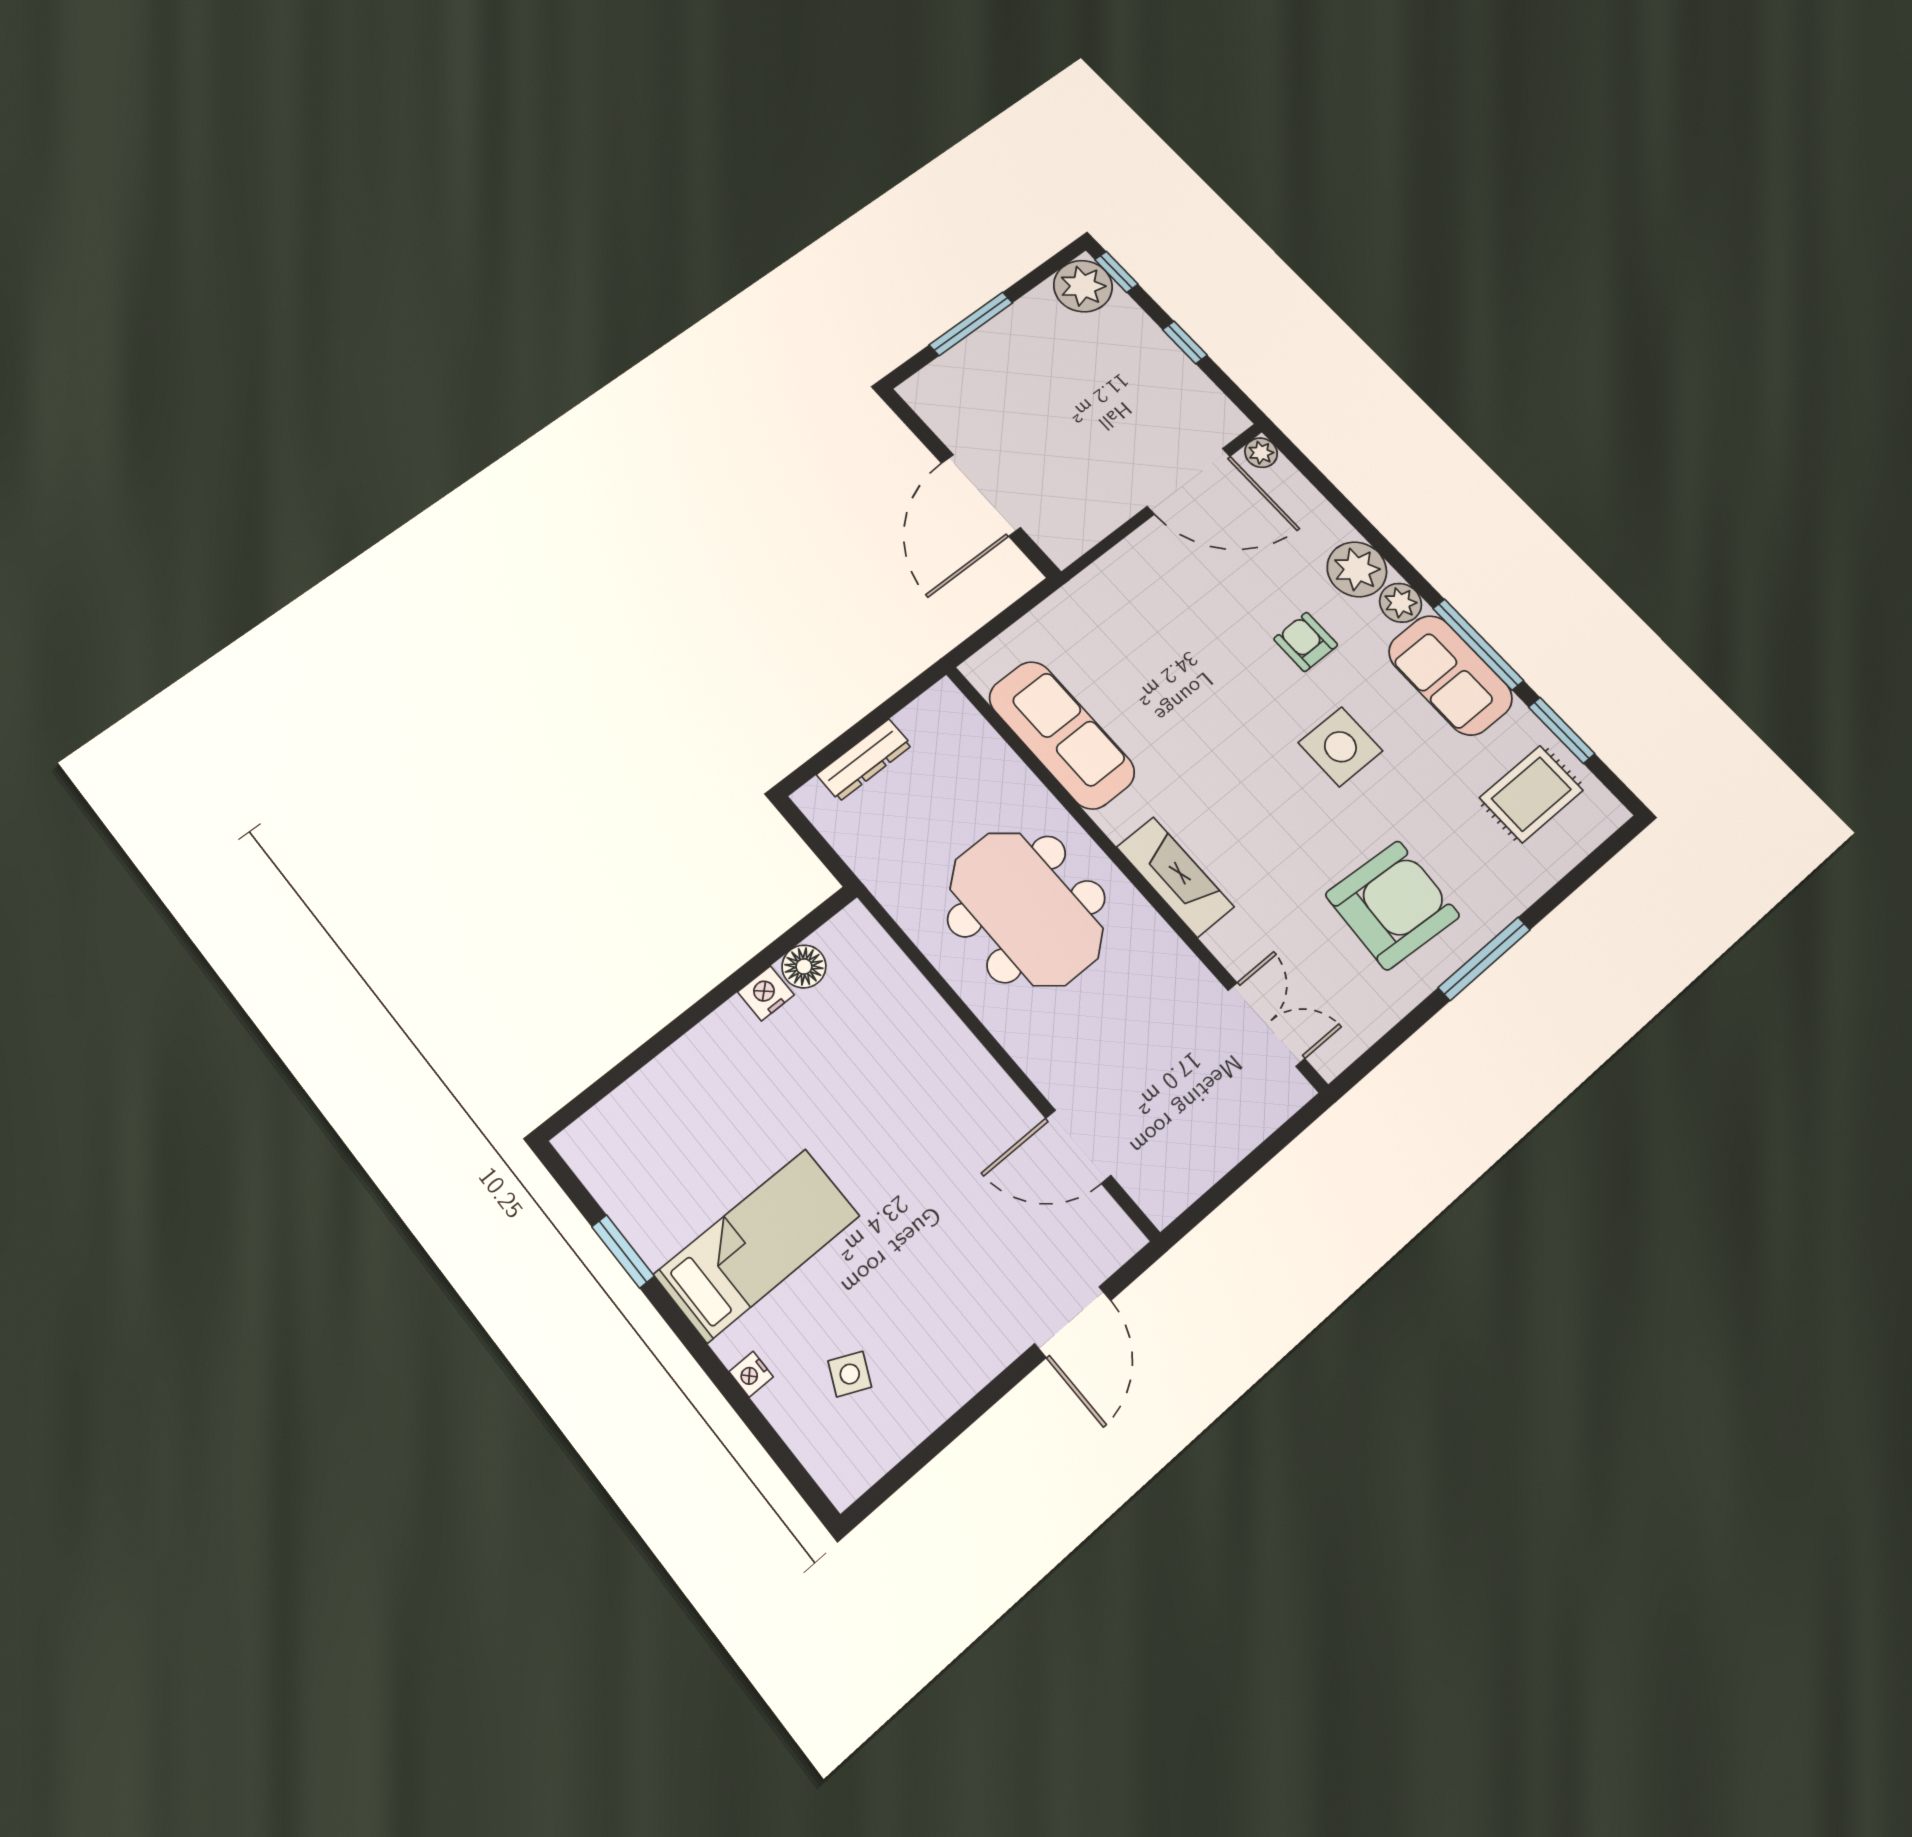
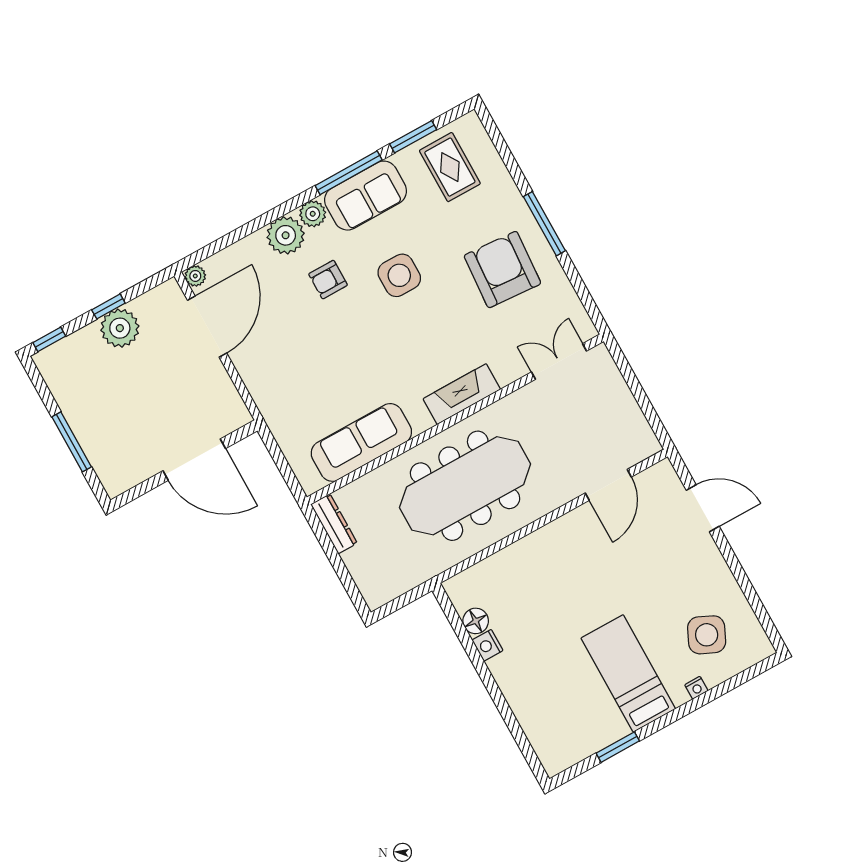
plant: (1083, 286) -> (120, 328), moved
dresser: (864, 760) -> (334, 524), moved
meeting table: (1026, 909) -> (465, 486), width x1.36
side table: (850, 1374) -> (707, 635), width x1.87, depth x1.87

